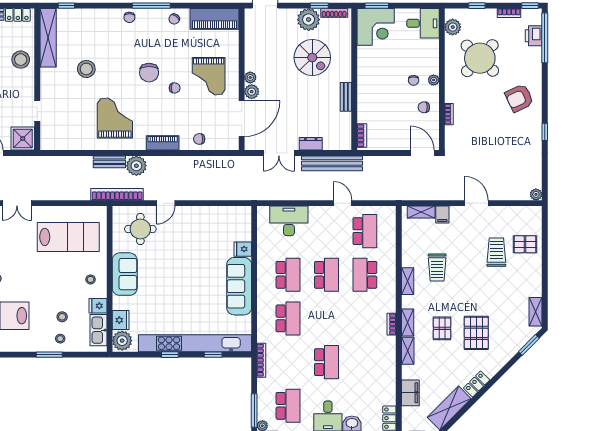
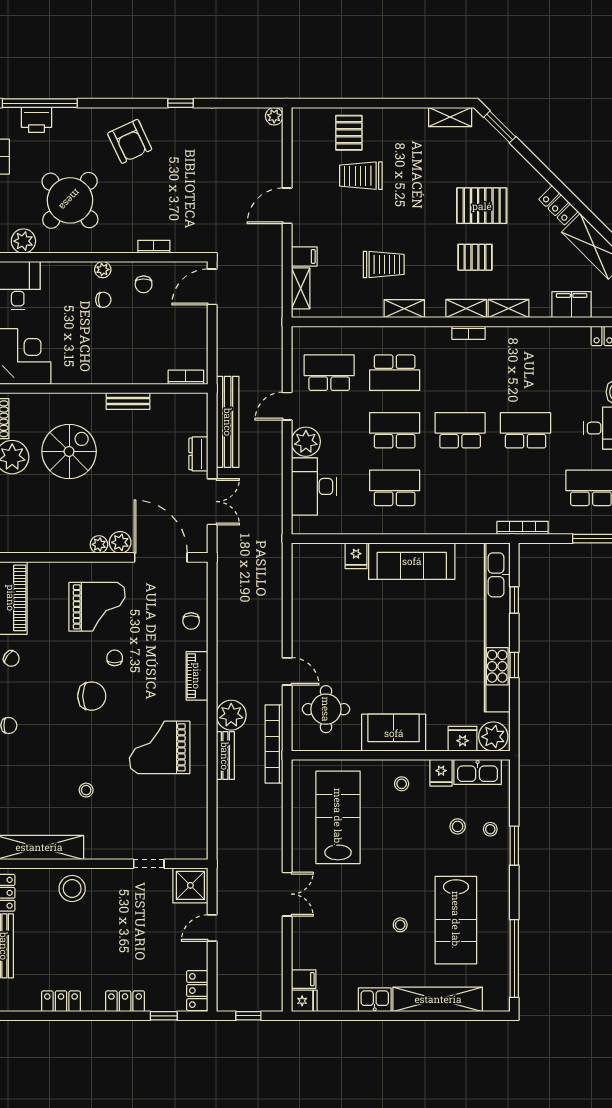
stool: (86, 69) -> (86, 790), width x0.53, depth x0.53
plant: (319, 216) -> (306, 442), added
school desk: (288, 318) -> (460, 430), moved

